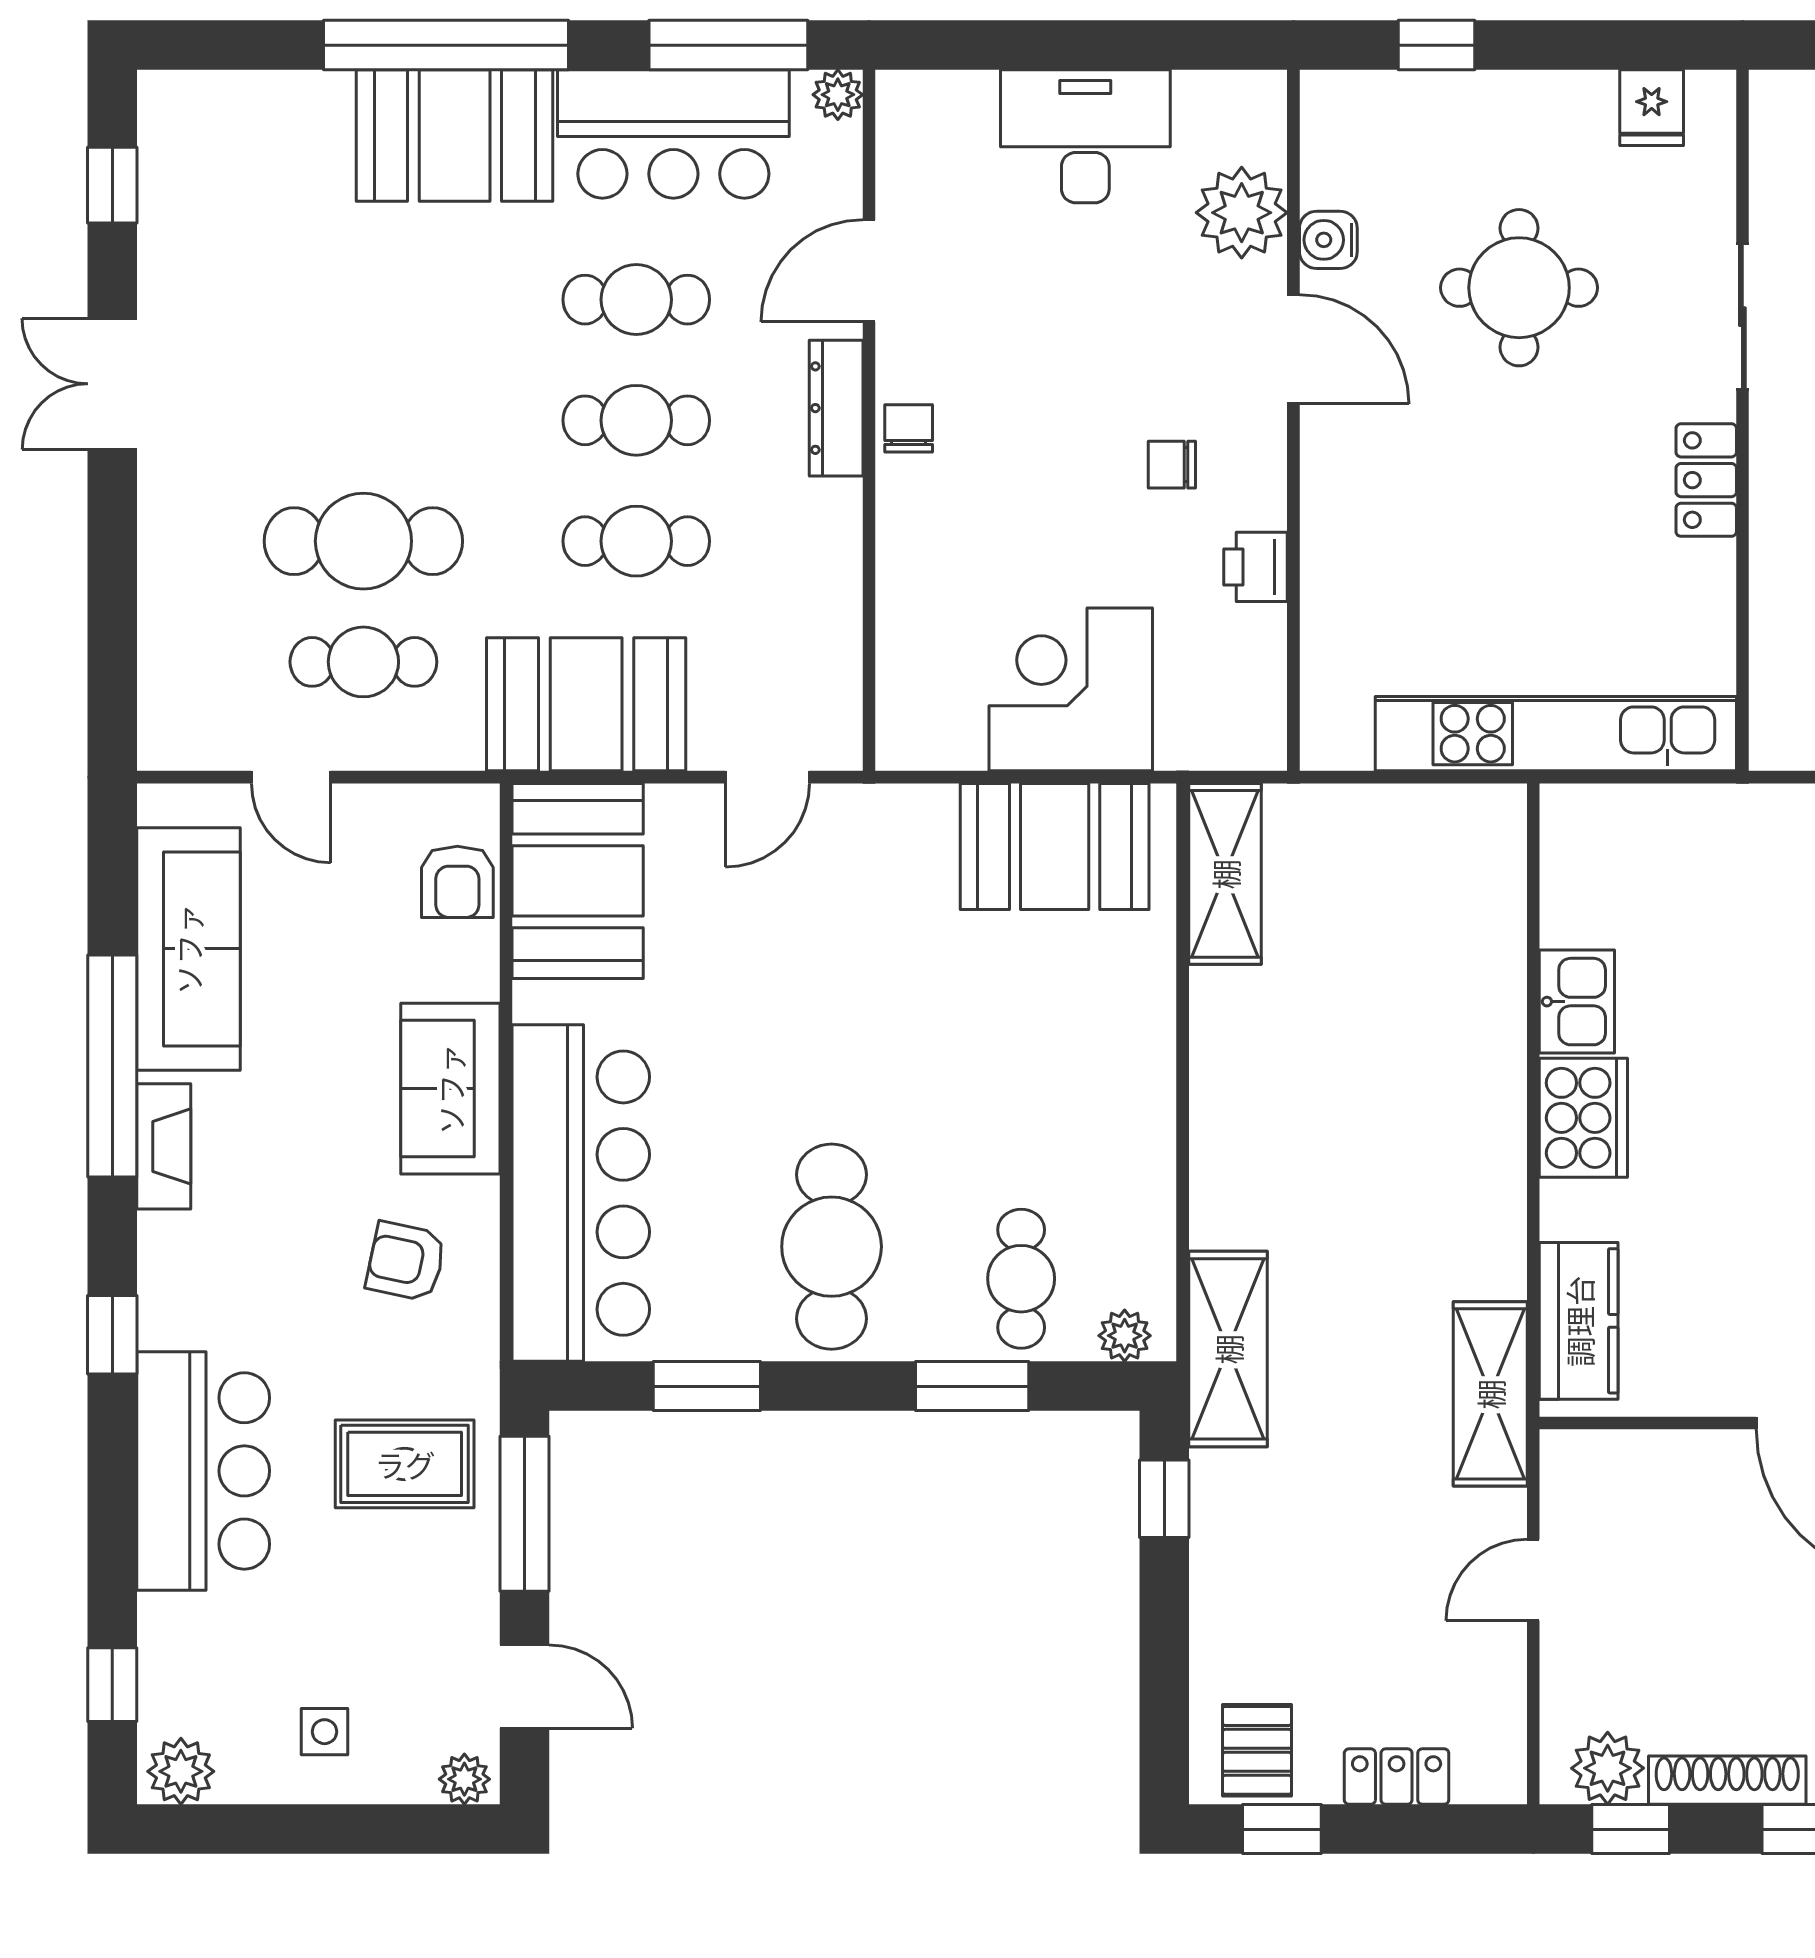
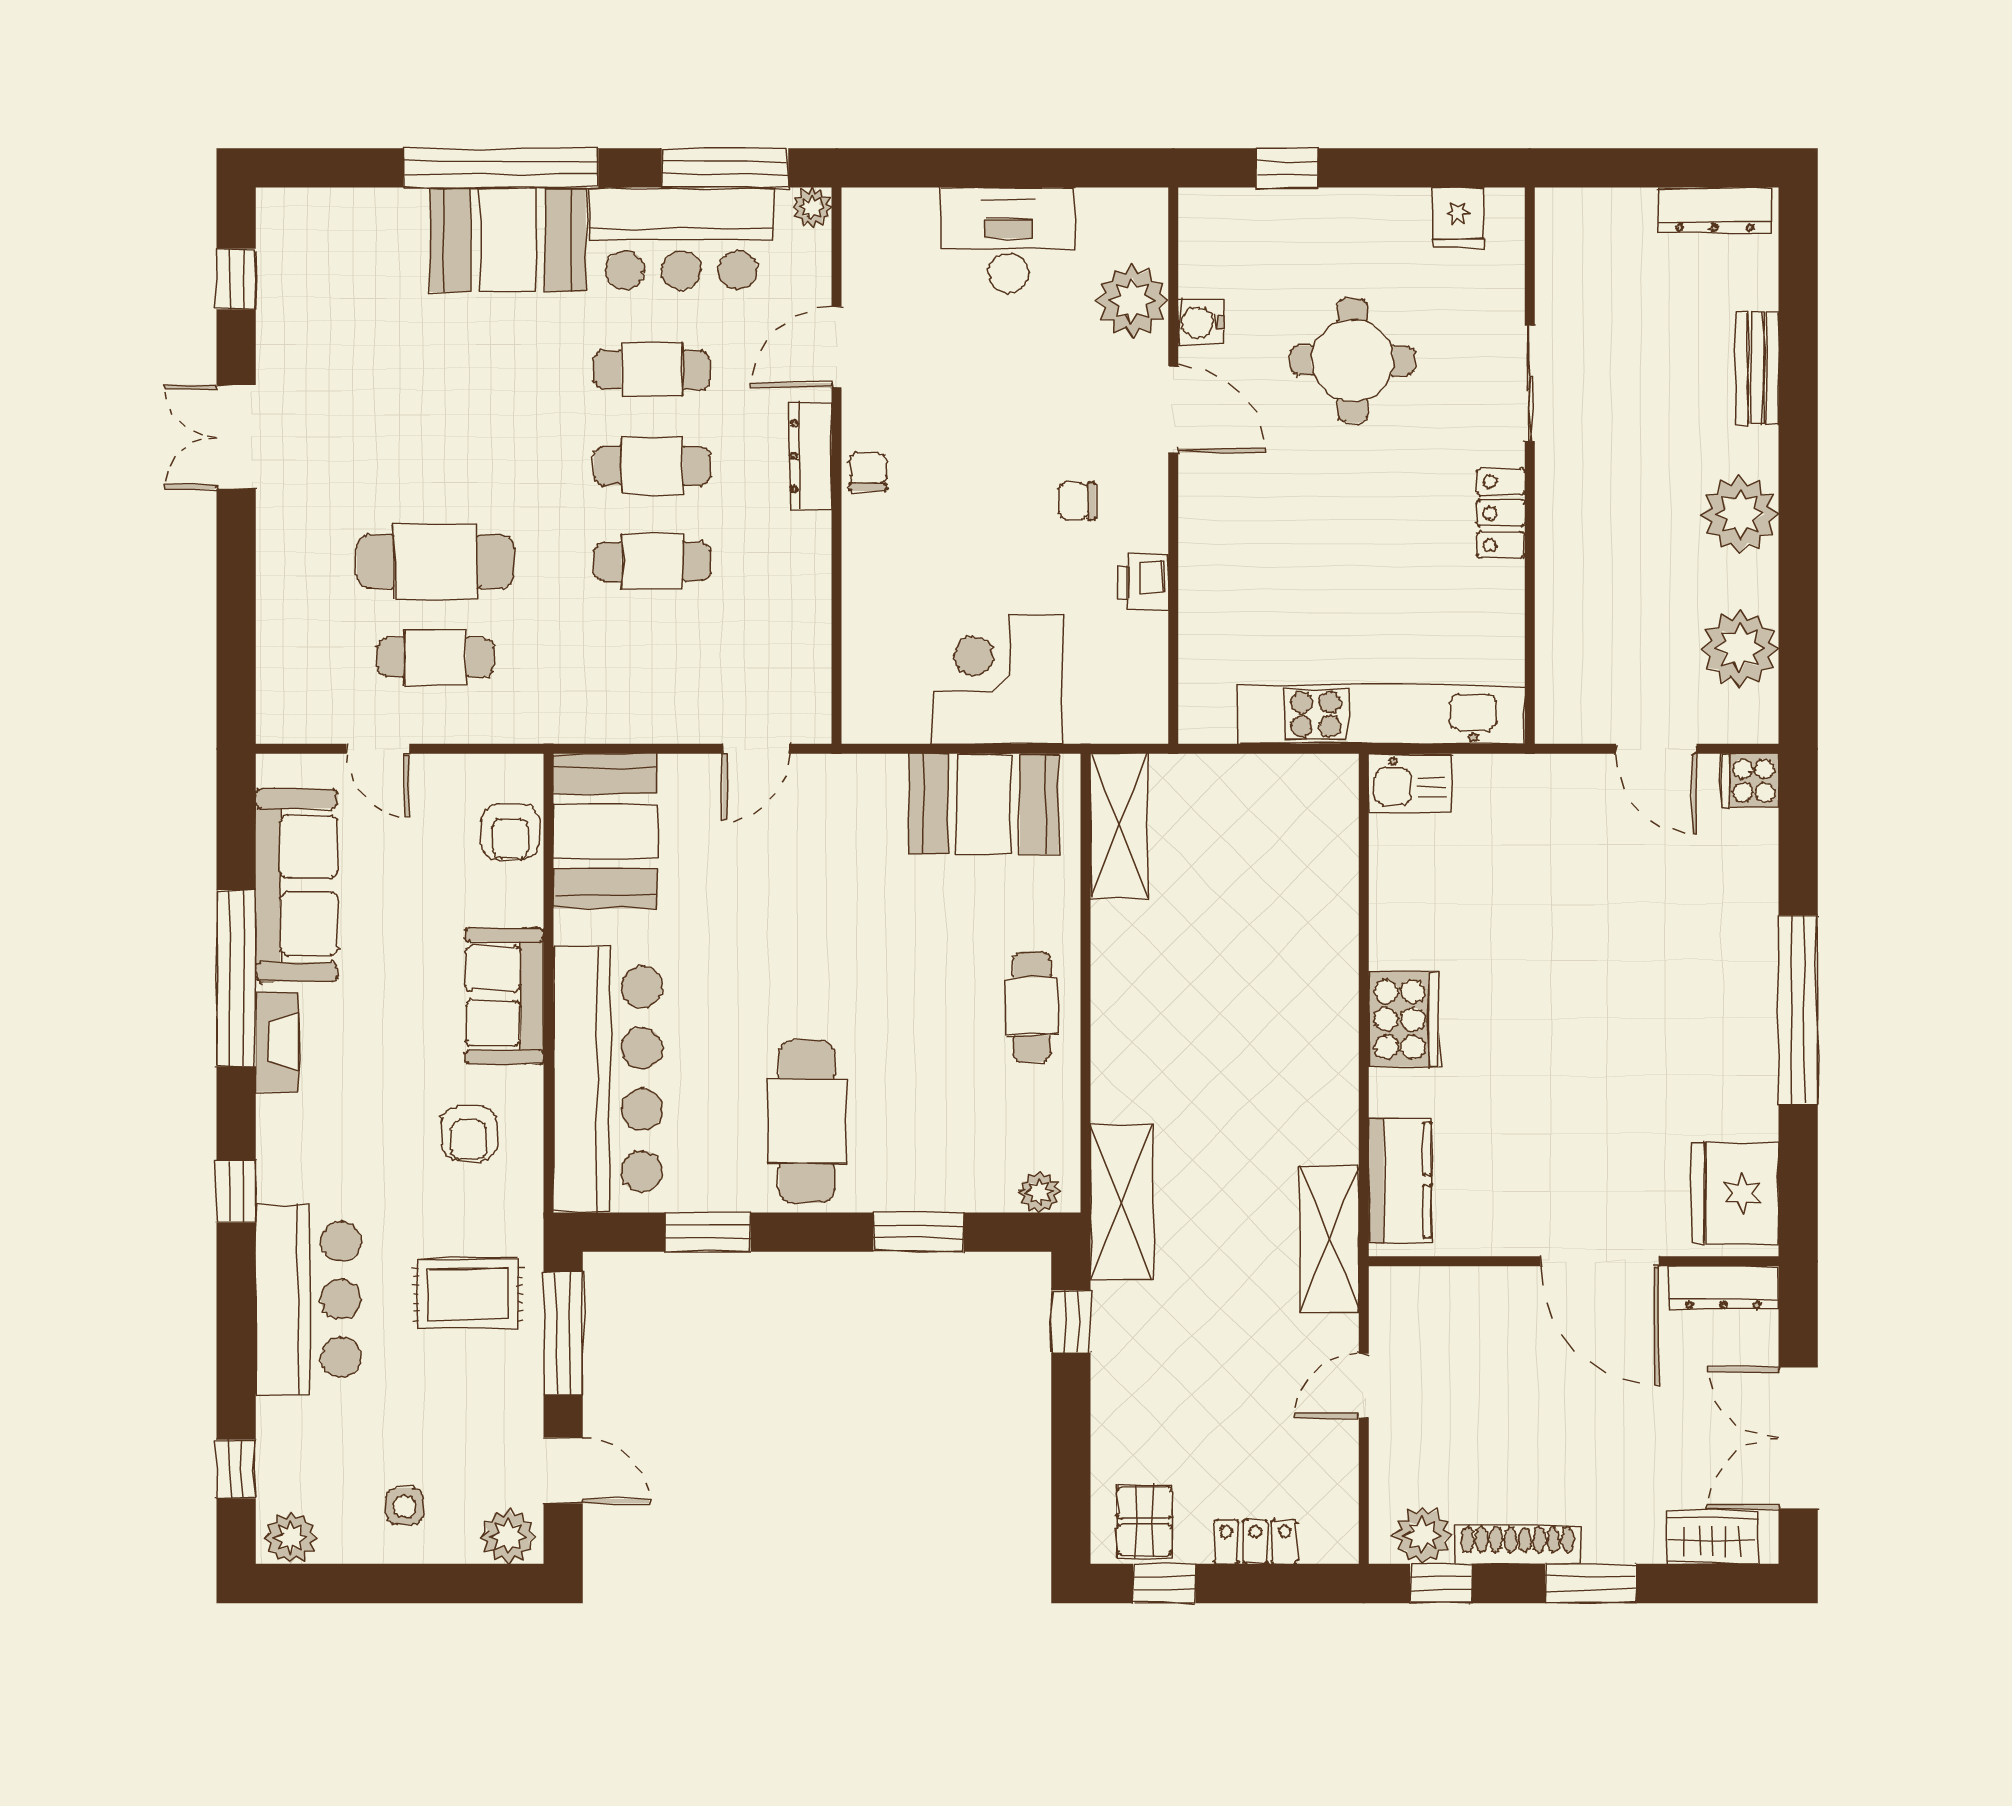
booth: (586, 704) -> (612, 691), removed
kitchen sink: (1577, 1002) -> (1410, 783), moved, turned 90
armchair: (406, 1261) -> (469, 1133), turned -102
cafe table: (1021, 1279) -> (1032, 1006), moved
plant: (464, 1779) -> (508, 1536), width x1.38, depth x1.38

